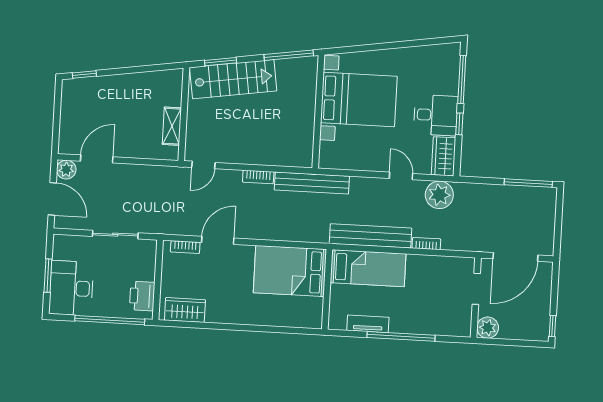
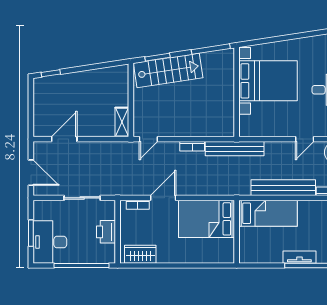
shelving: (172, 126) -> (122, 122), moved
plant: (66, 170) -> (41, 149), removed
door: (401, 176) -> (305, 139), swing flipped
bed: (368, 268) -> (268, 213), moved
bed: (290, 271) -> (207, 219), moved
wall: (327, 289) -> (237, 232), moved
printer: (142, 296) -> (106, 232), moved
tv unit: (368, 324) -> (299, 257), moved

